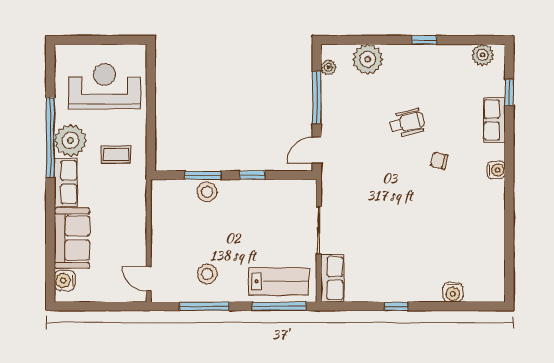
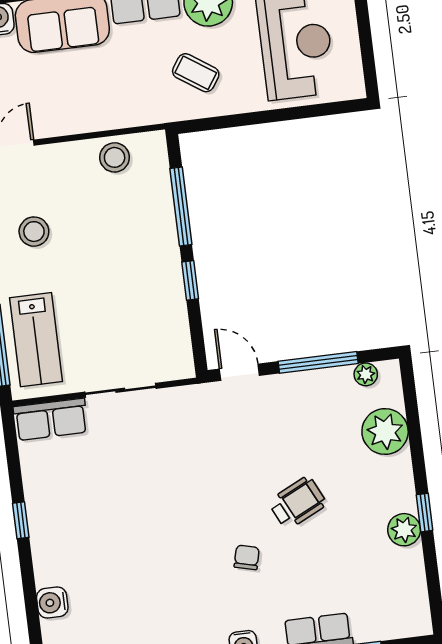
plant: (482, 55) -> (404, 530), moved
wheelchair: (407, 123) -> (297, 503), turned -102
coffee table: (116, 154) -> (196, 73), turned -56
window: (203, 175) -> (181, 207), width x1.44
stool: (207, 192) -> (115, 157), moved

